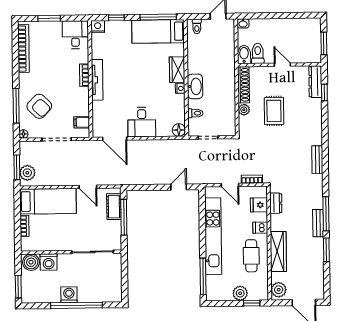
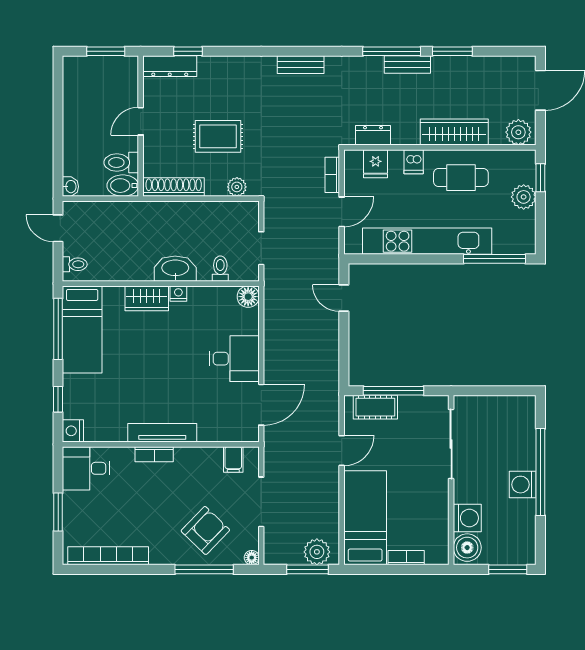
plant: (244, 110) -> (237, 187), moved

